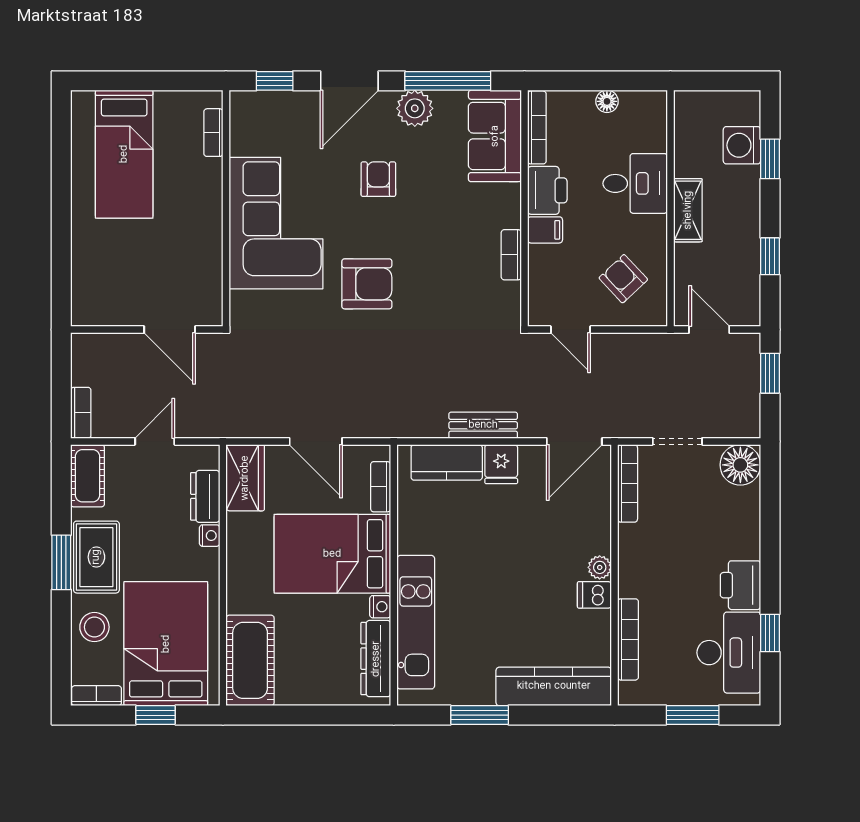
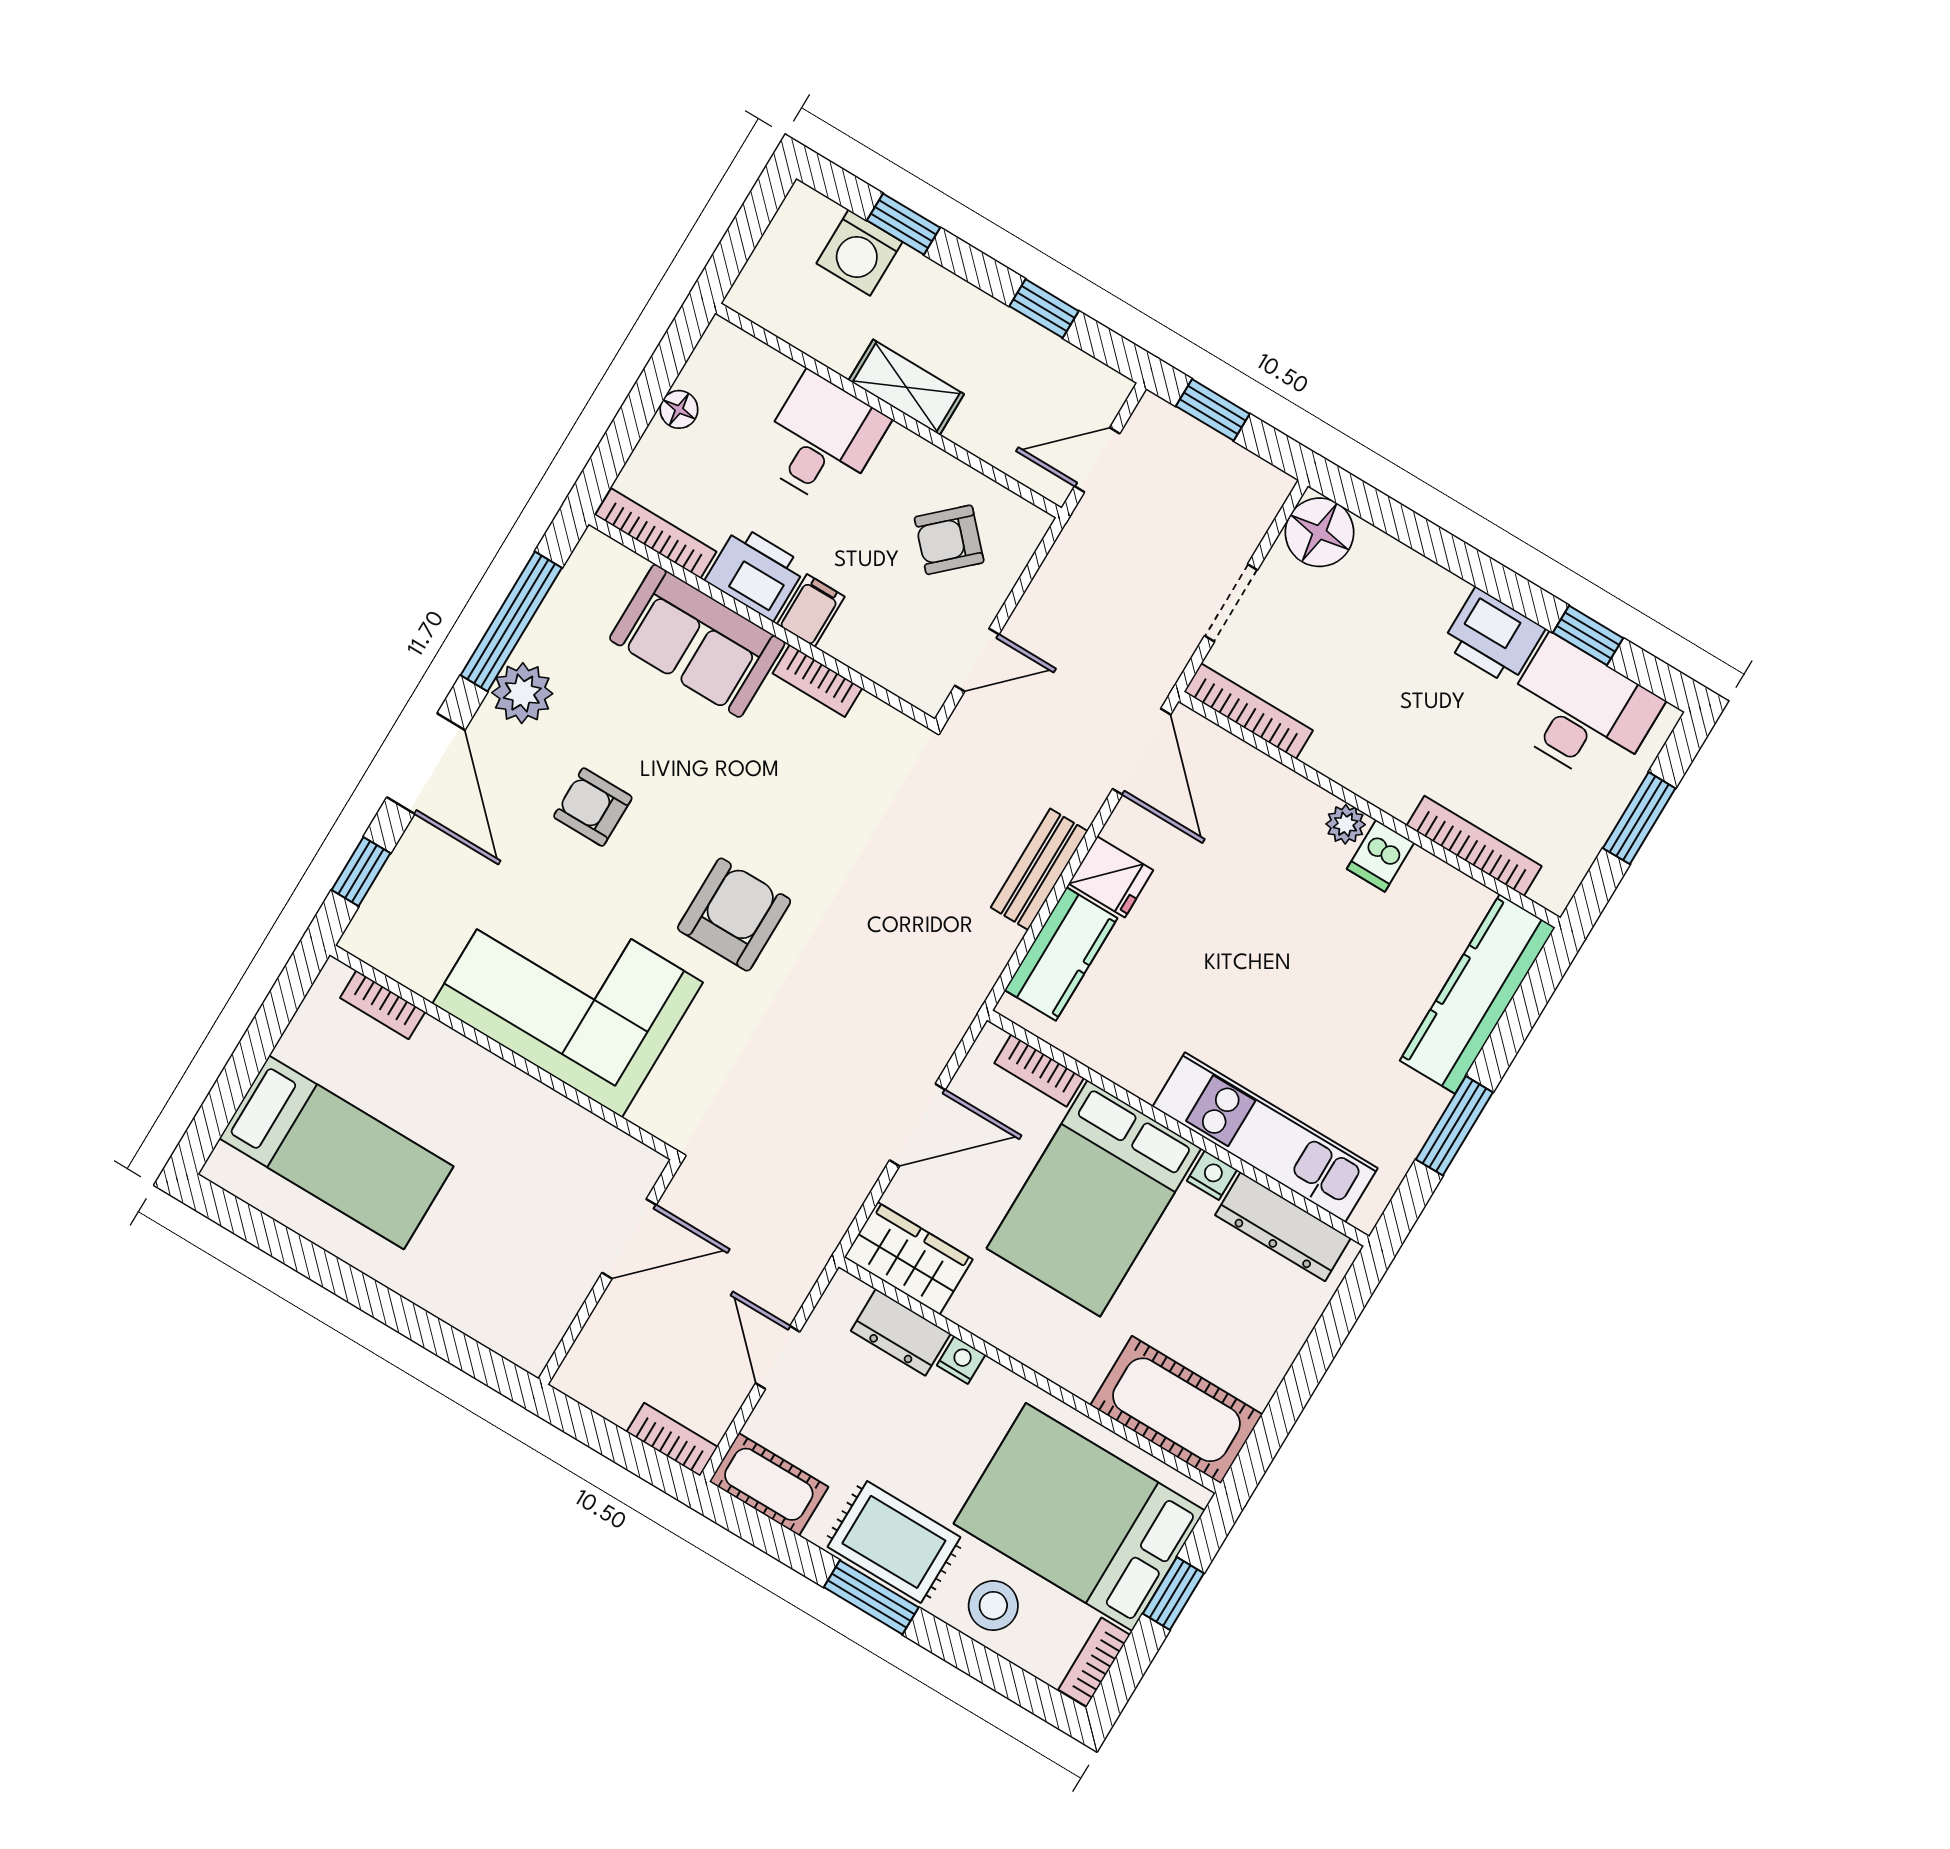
sofa: (495, 136) -> (697, 641), moved

